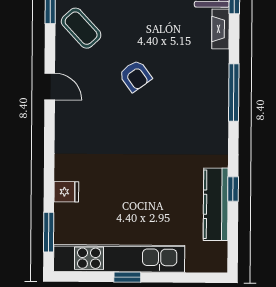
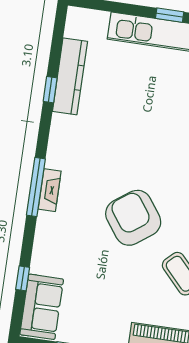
fireplace: (220, 29) -> (50, 190), moved
armchair: (135, 76) -> (133, 218), width x1.88, depth x1.88

